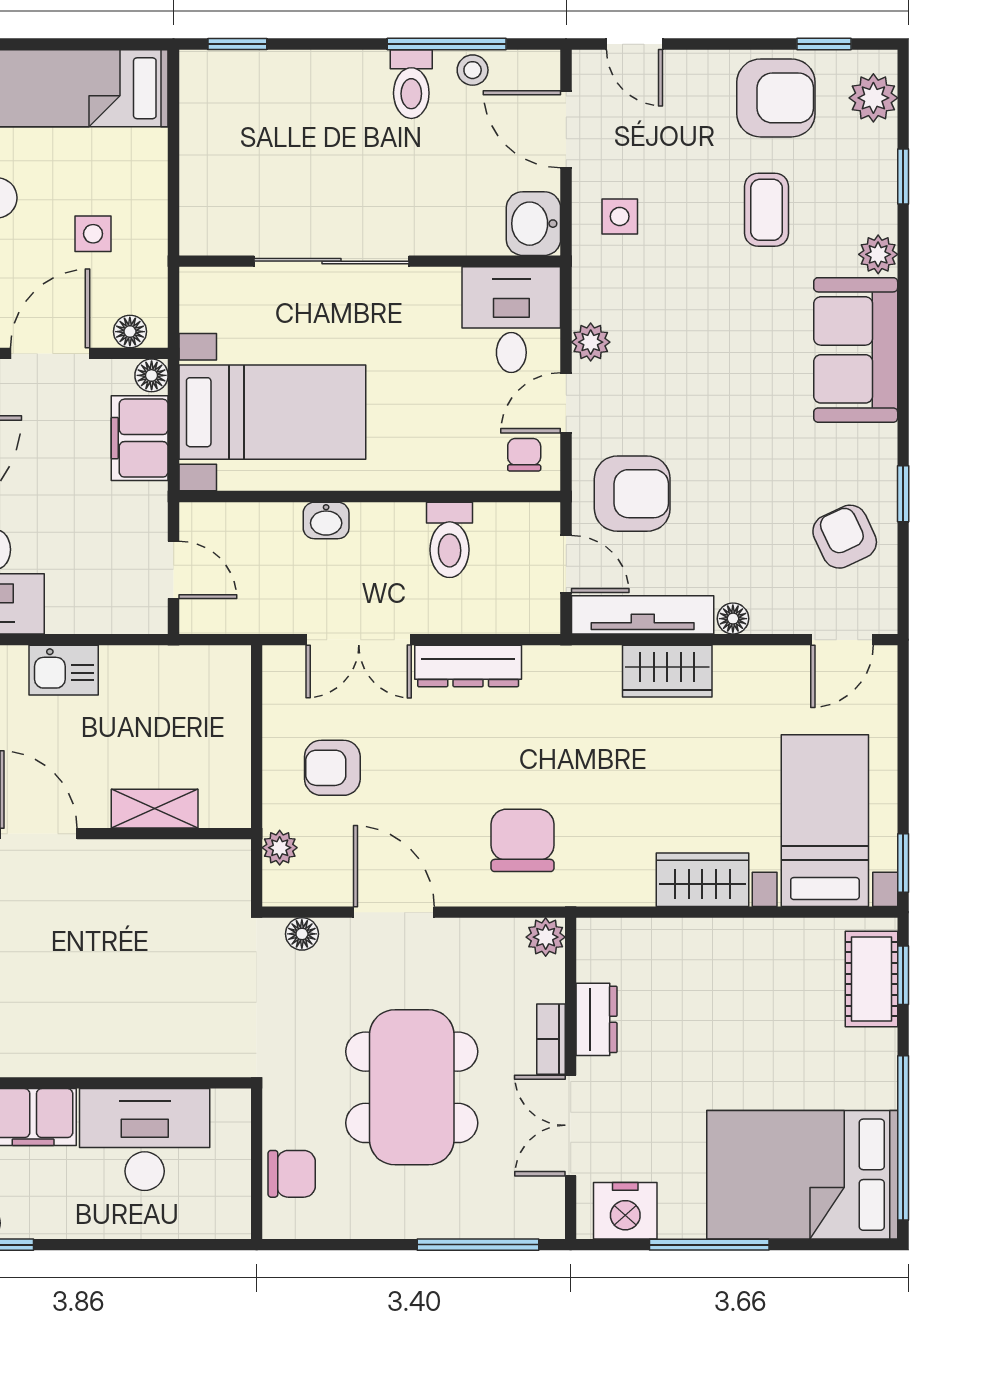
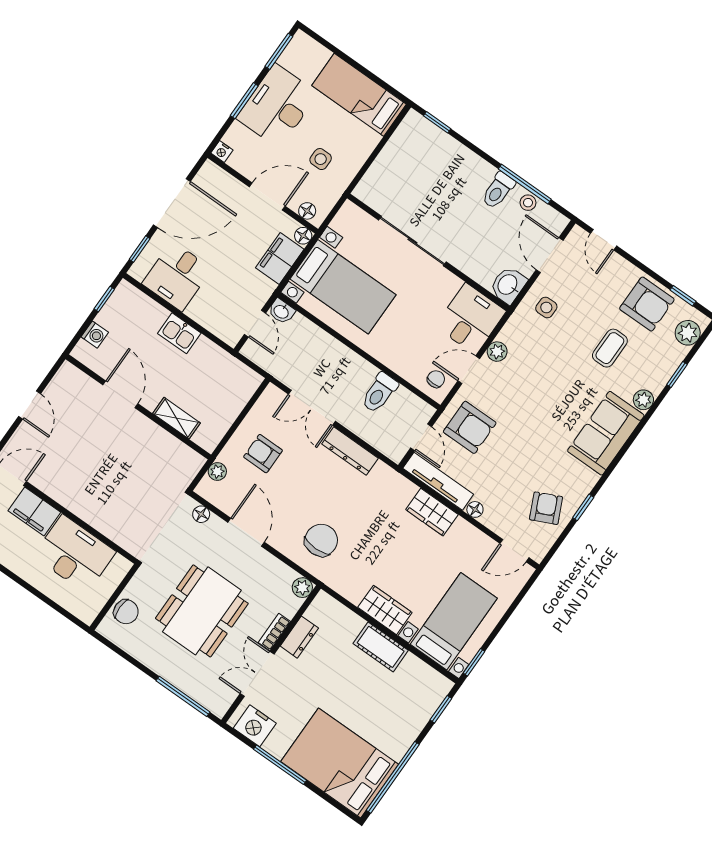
washbasin: (326, 520) -> (281, 311), moved
cot: (871, 979) -> (381, 647), moved, turned 90

